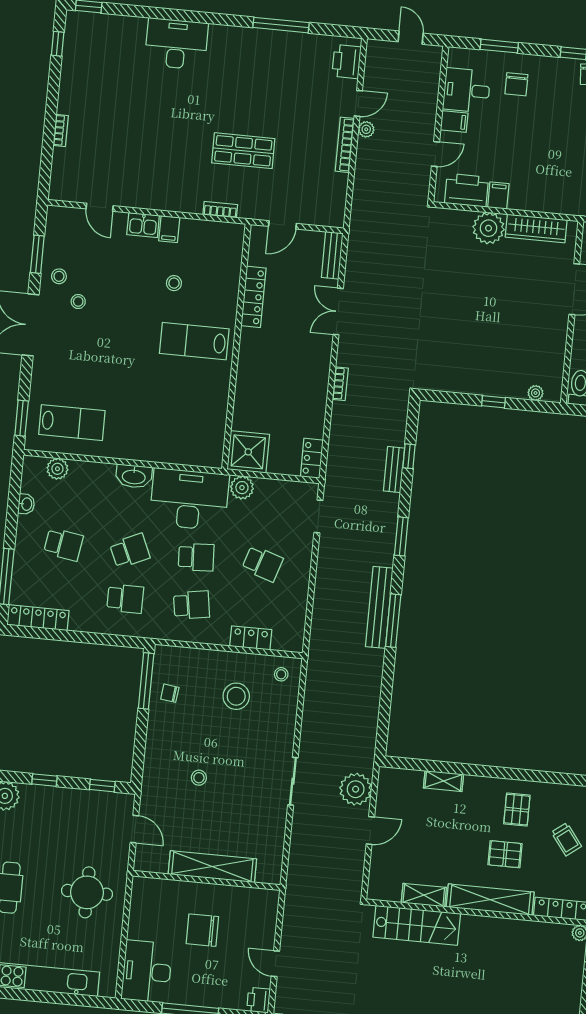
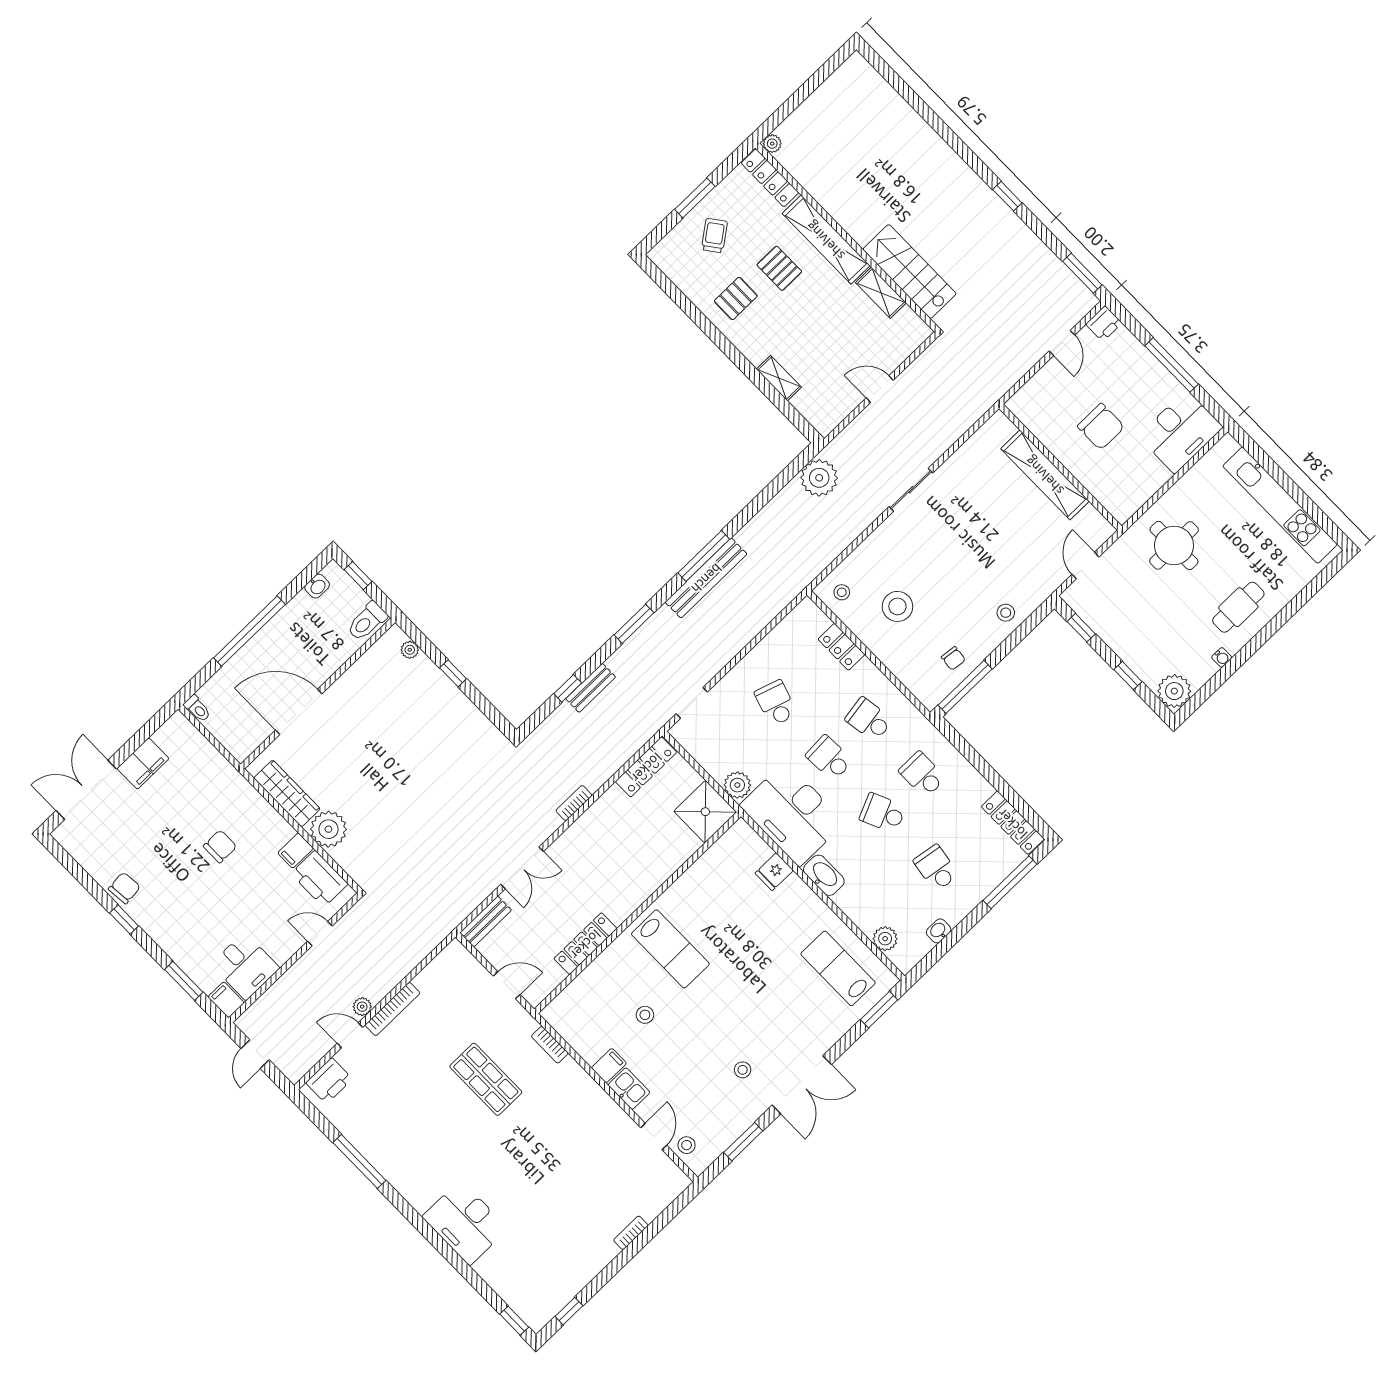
chair: (516, 84) -> (220, 846), moved
filing cabinet: (454, 122) -> (226, 1000), moved
stool: (59, 276) -> (687, 1145), moved
fridge: (169, 451) -> (774, 872), added
locker: (312, 458) -> (646, 767), width x1.53
stool: (199, 778) -> (1006, 613), moved
plant: (356, 789) -> (819, 478), moved

